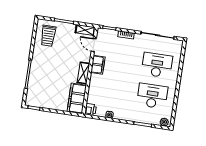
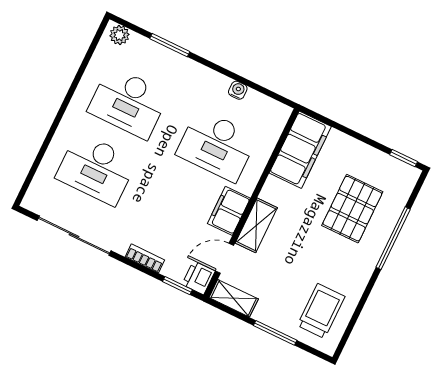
door: (94, 45) -> (225, 258), swing flipped
shelving: (83, 73) -> (256, 225), moved
pallet: (48, 81) -> (352, 209), added
desk: (111, 90) -> (217, 145), added
printer: (90, 109) -> (199, 278), moved

